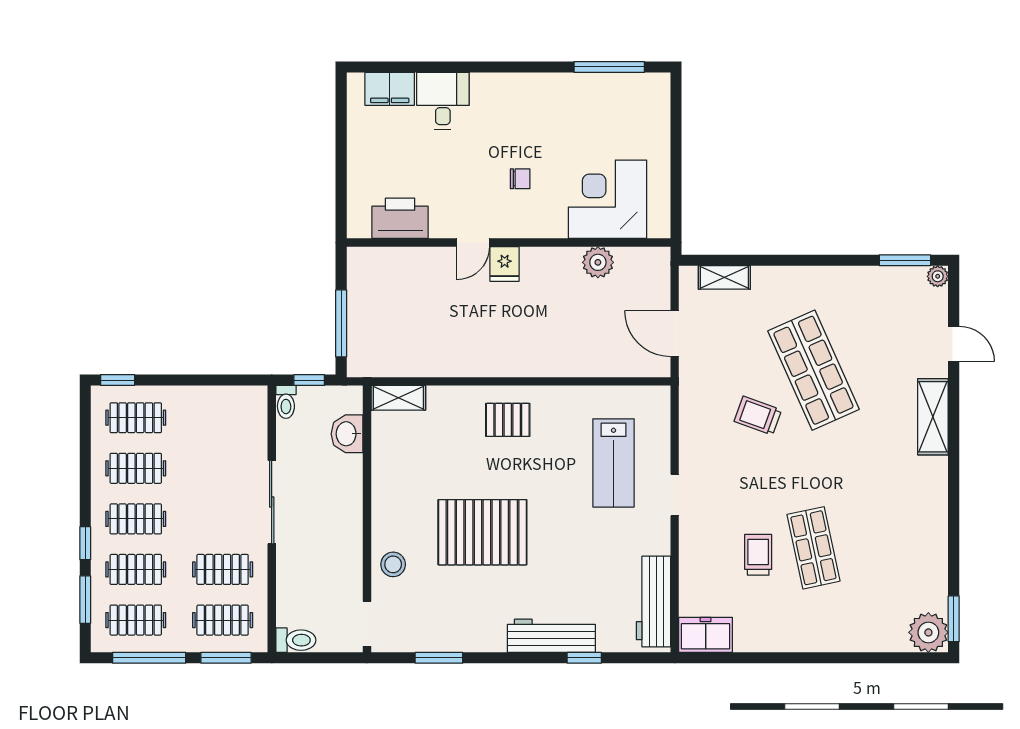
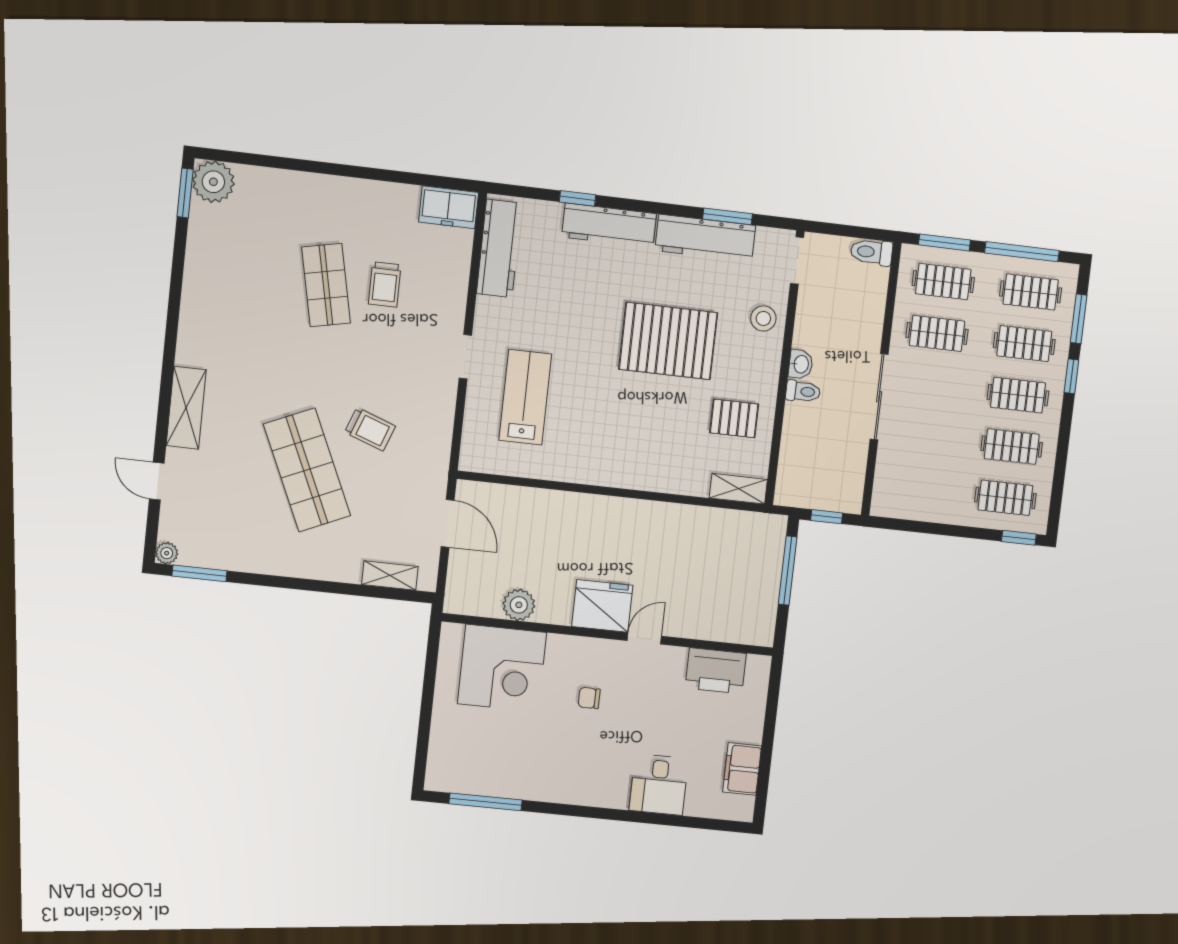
filing cabinet: (390, 89) -> (742, 769), moved, turned -90
fridge: (505, 264) -> (602, 606), width x1.88, depth x1.34
toilet: (286, 402) -> (803, 391), moved, turned 90
pallet: (508, 420) -> (734, 418), moved
washbasin: (347, 434) -> (801, 364), moved, width x0.72, depth x0.69
workbench: (458, 635) -> (705, 238), added

